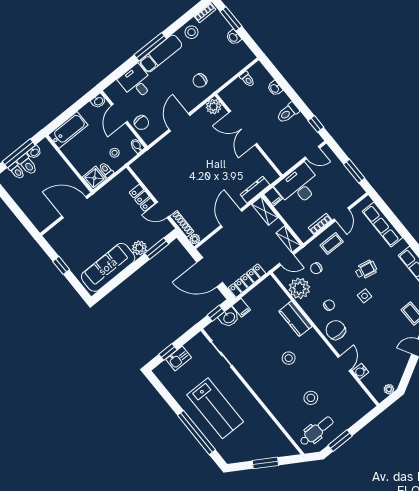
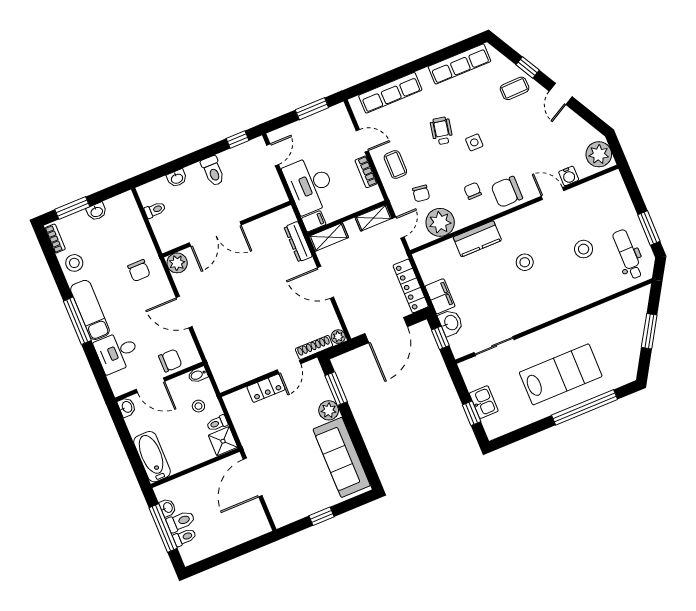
filing cabinet: (241, 308) -> (440, 296), width x2.00
plant: (389, 389) -> (599, 154), width x1.88, depth x1.88

